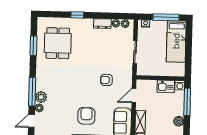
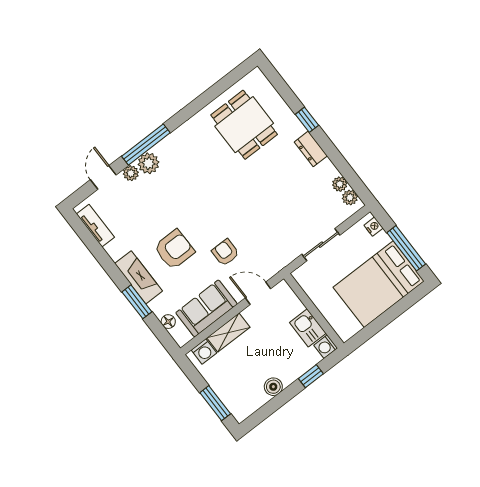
dresser: (102, 24) -> (311, 149), moved
bed: (176, 41) -> (379, 284), width x1.50
dining table: (58, 43) -> (244, 125), turned 90
window: (33, 46) -> (212, 93), removed
armchair: (106, 80) -> (225, 253), moved
window: (187, 102) -> (311, 376), width x0.46
door: (31, 121) -> (103, 177), hinge flipped

